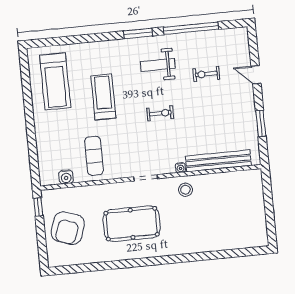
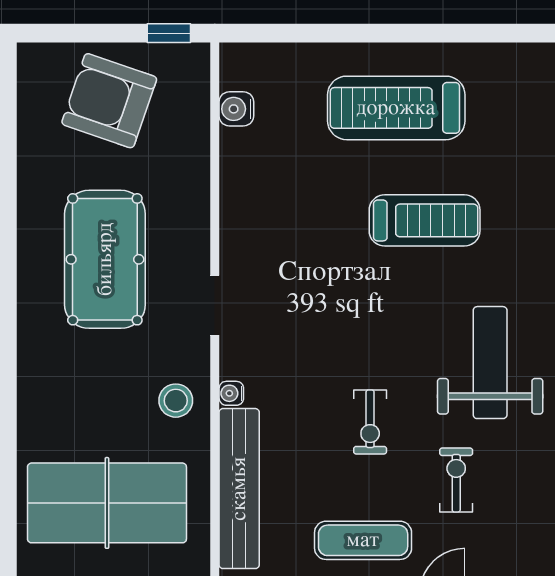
weight bench: (158, 65) -> (490, 363), width x1.36, depth x1.33
treadmill: (55, 81) -> (396, 108), moved
exercise bike: (160, 113) -> (370, 422), moved
exercise mat: (94, 156) -> (363, 540), moved
table tennis table: (229, 213) -> (107, 503), added

